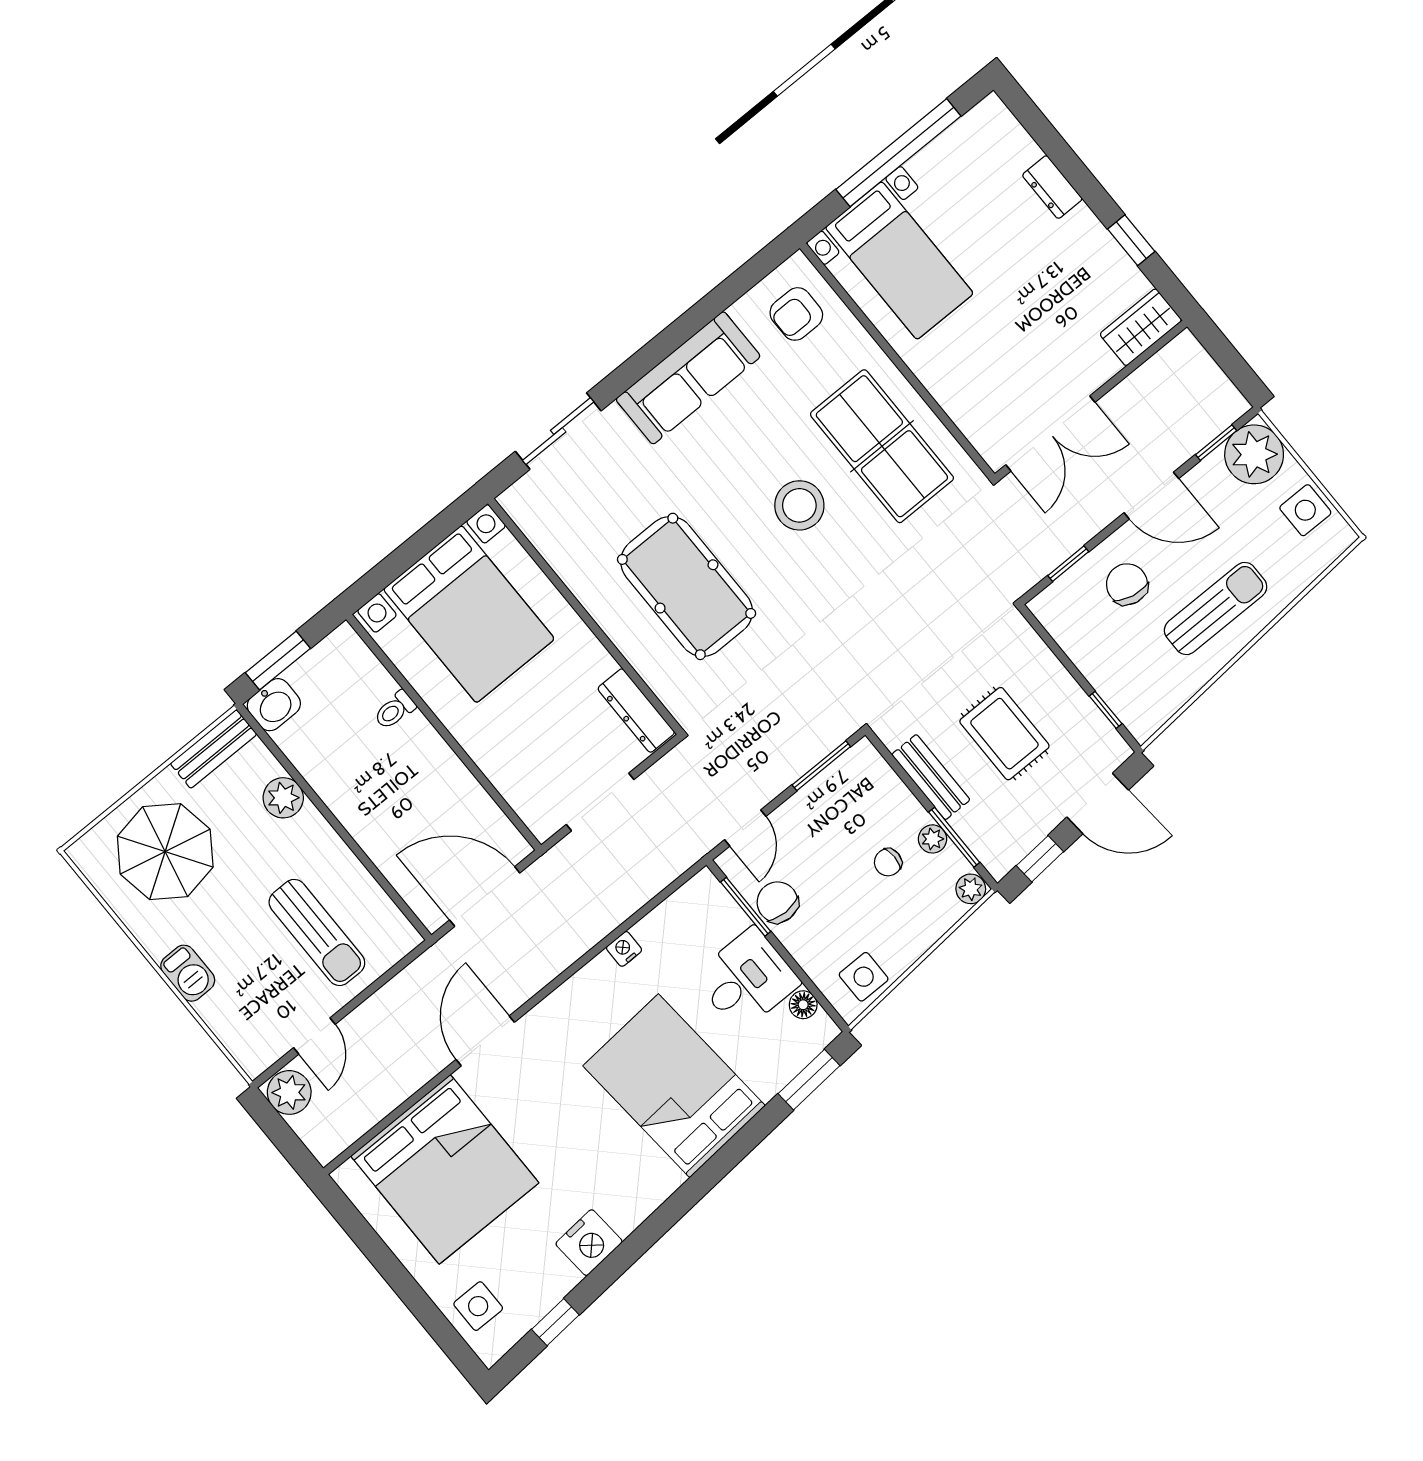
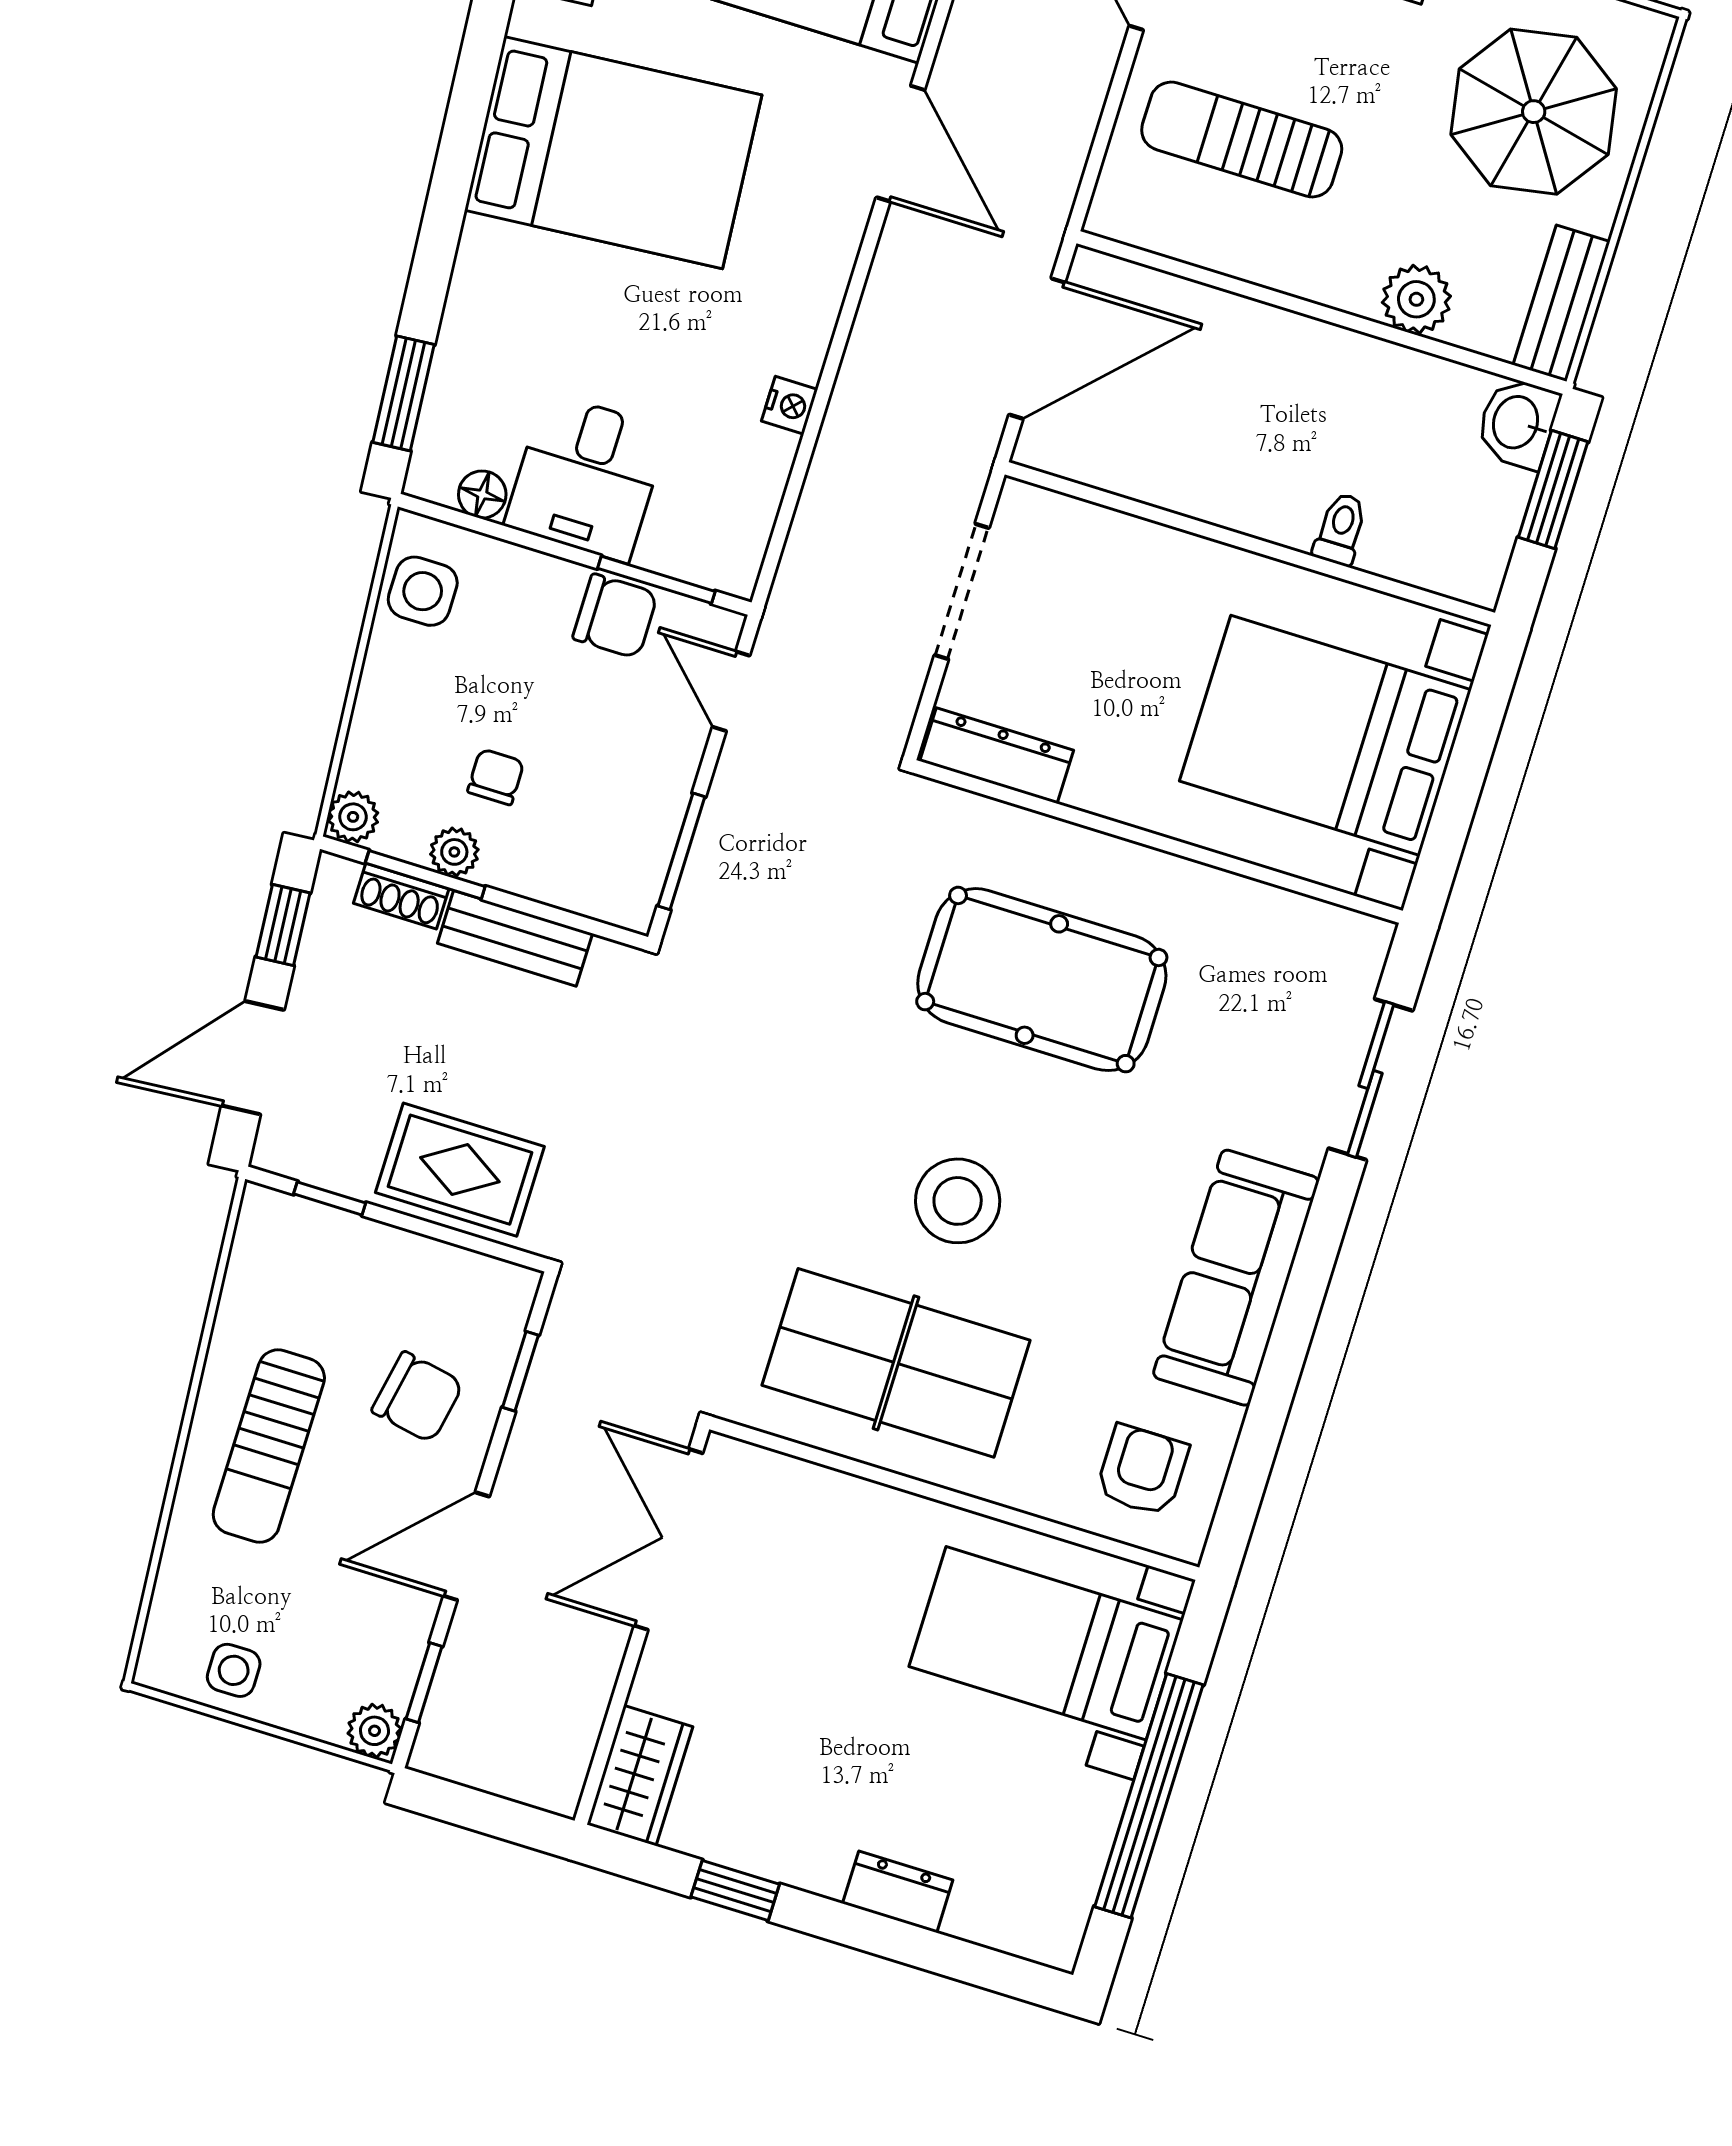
plant: (1254, 454) -> (375, 1731), width x0.53, depth x0.53
side table: (1305, 510) -> (234, 1670), width x0.73, depth x0.73
rug: (1004, 734) -> (460, 1170), moved
shoe rack: (973, 835) -> (401, 896), added
bed: (674, 1086) -> (613, 153), moved

